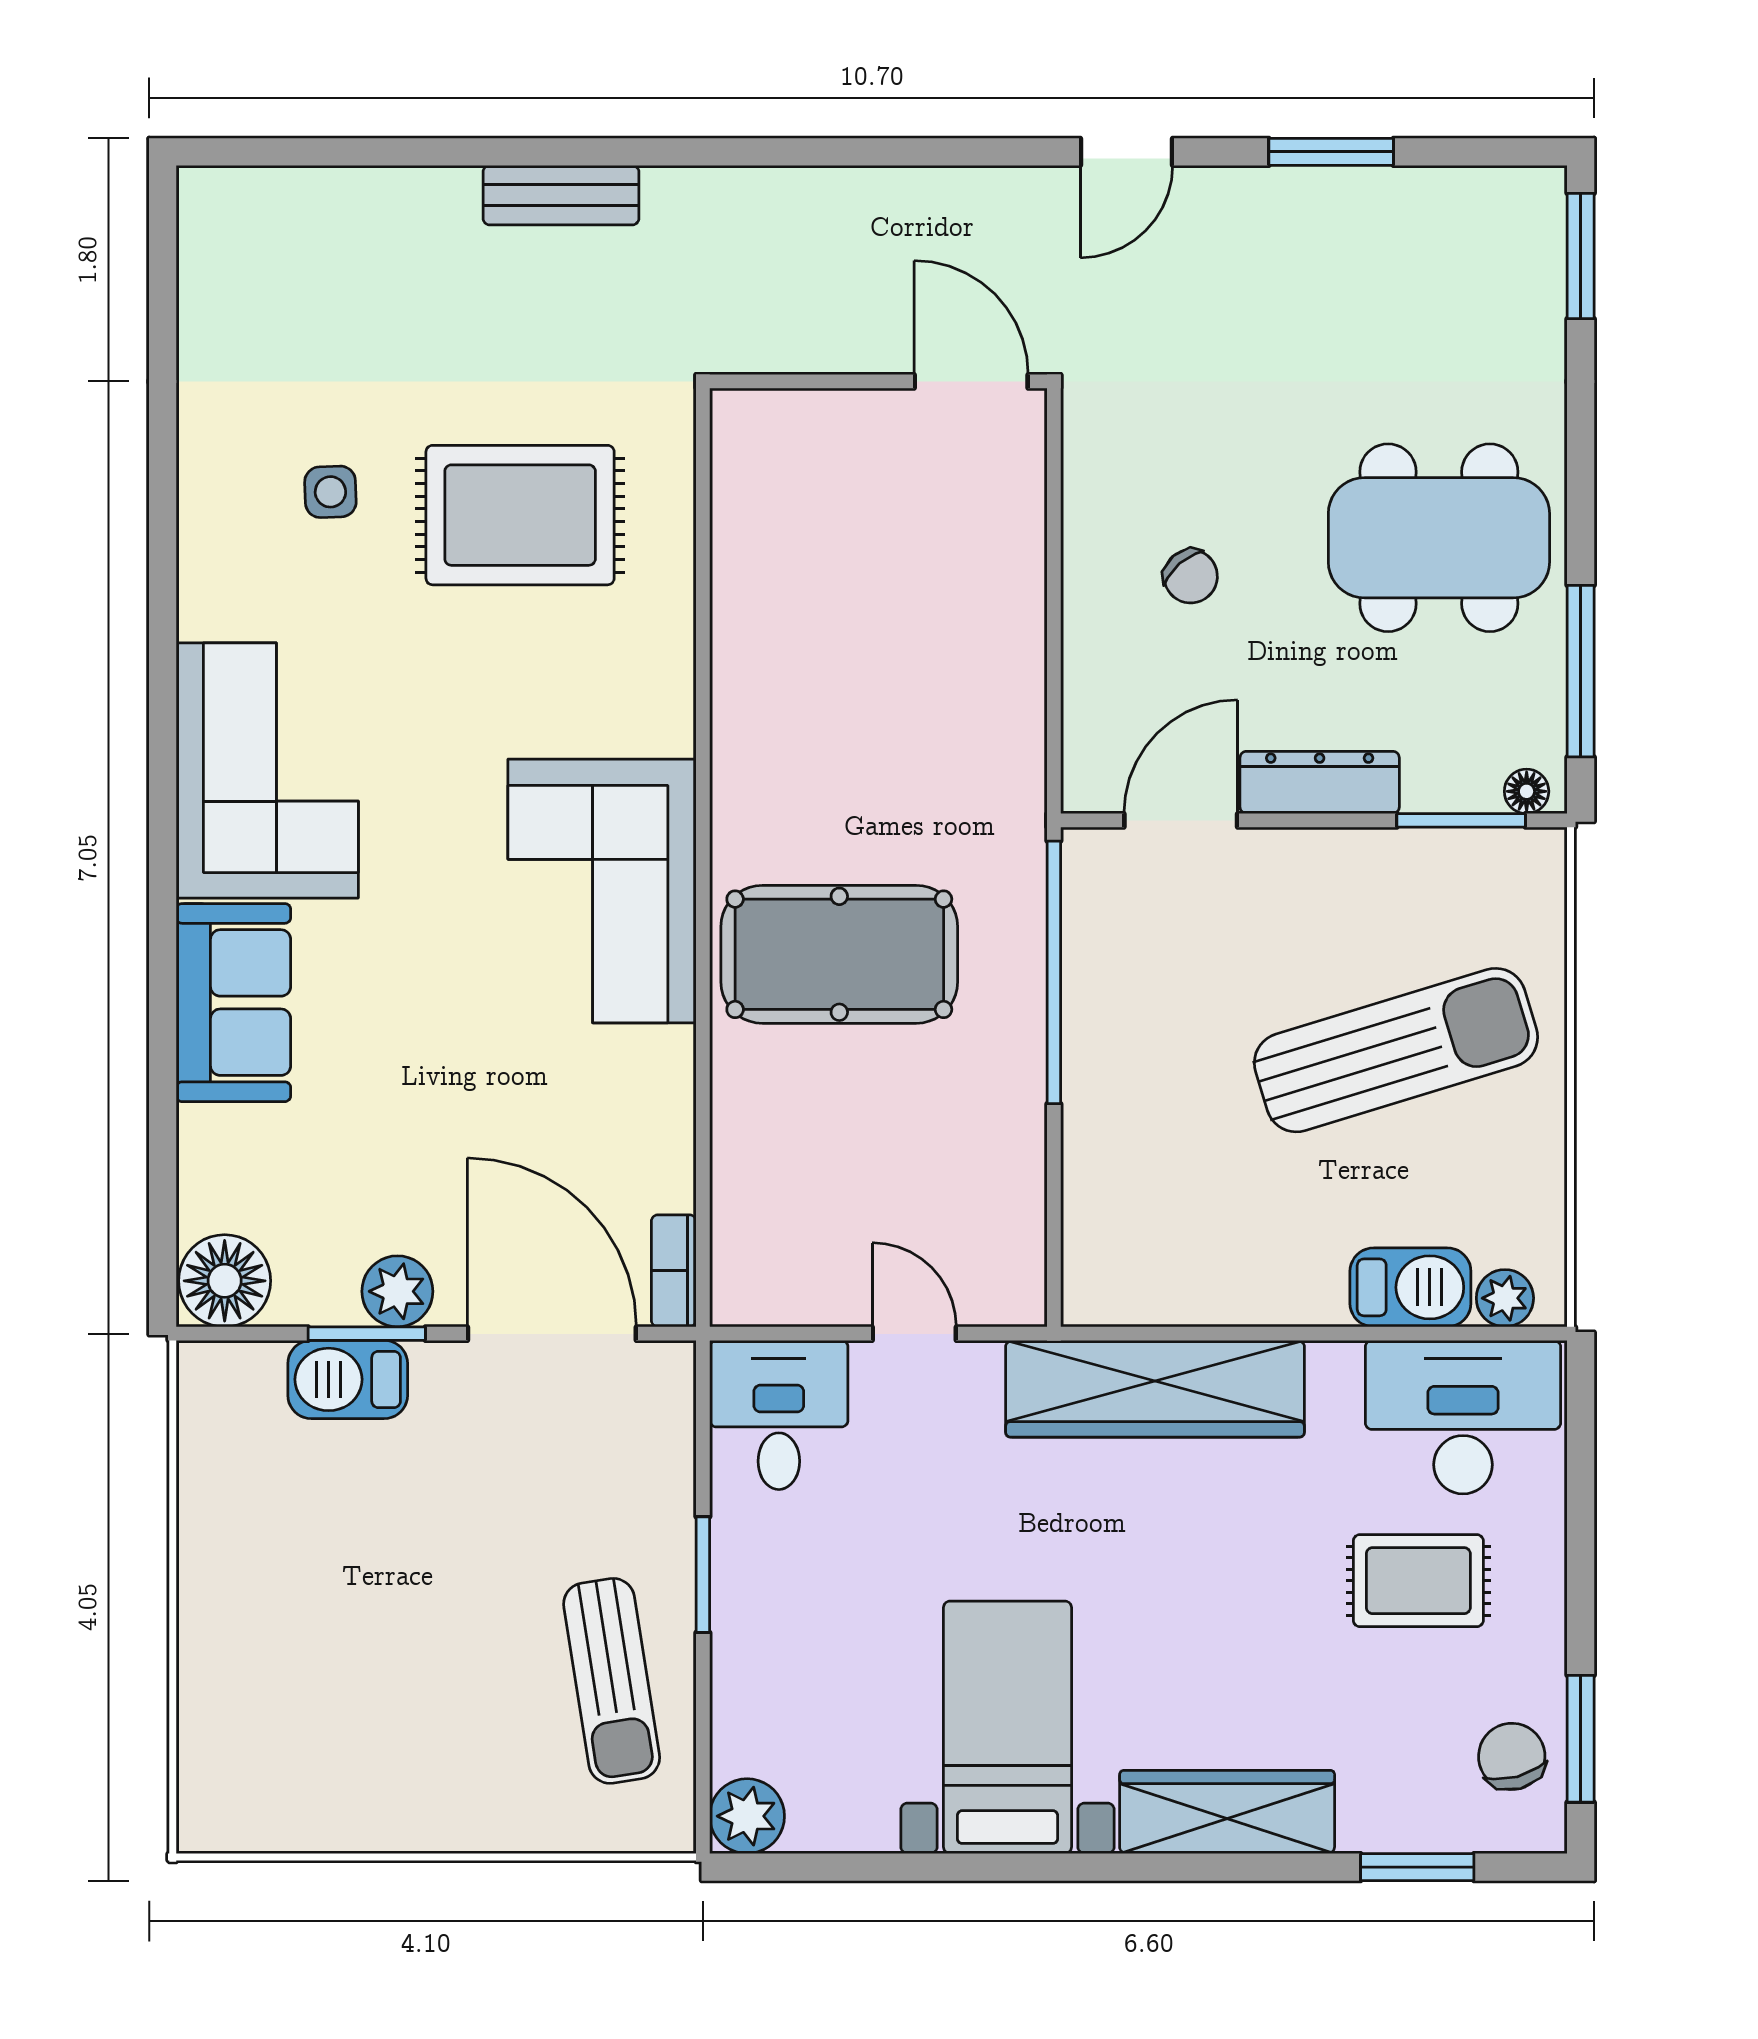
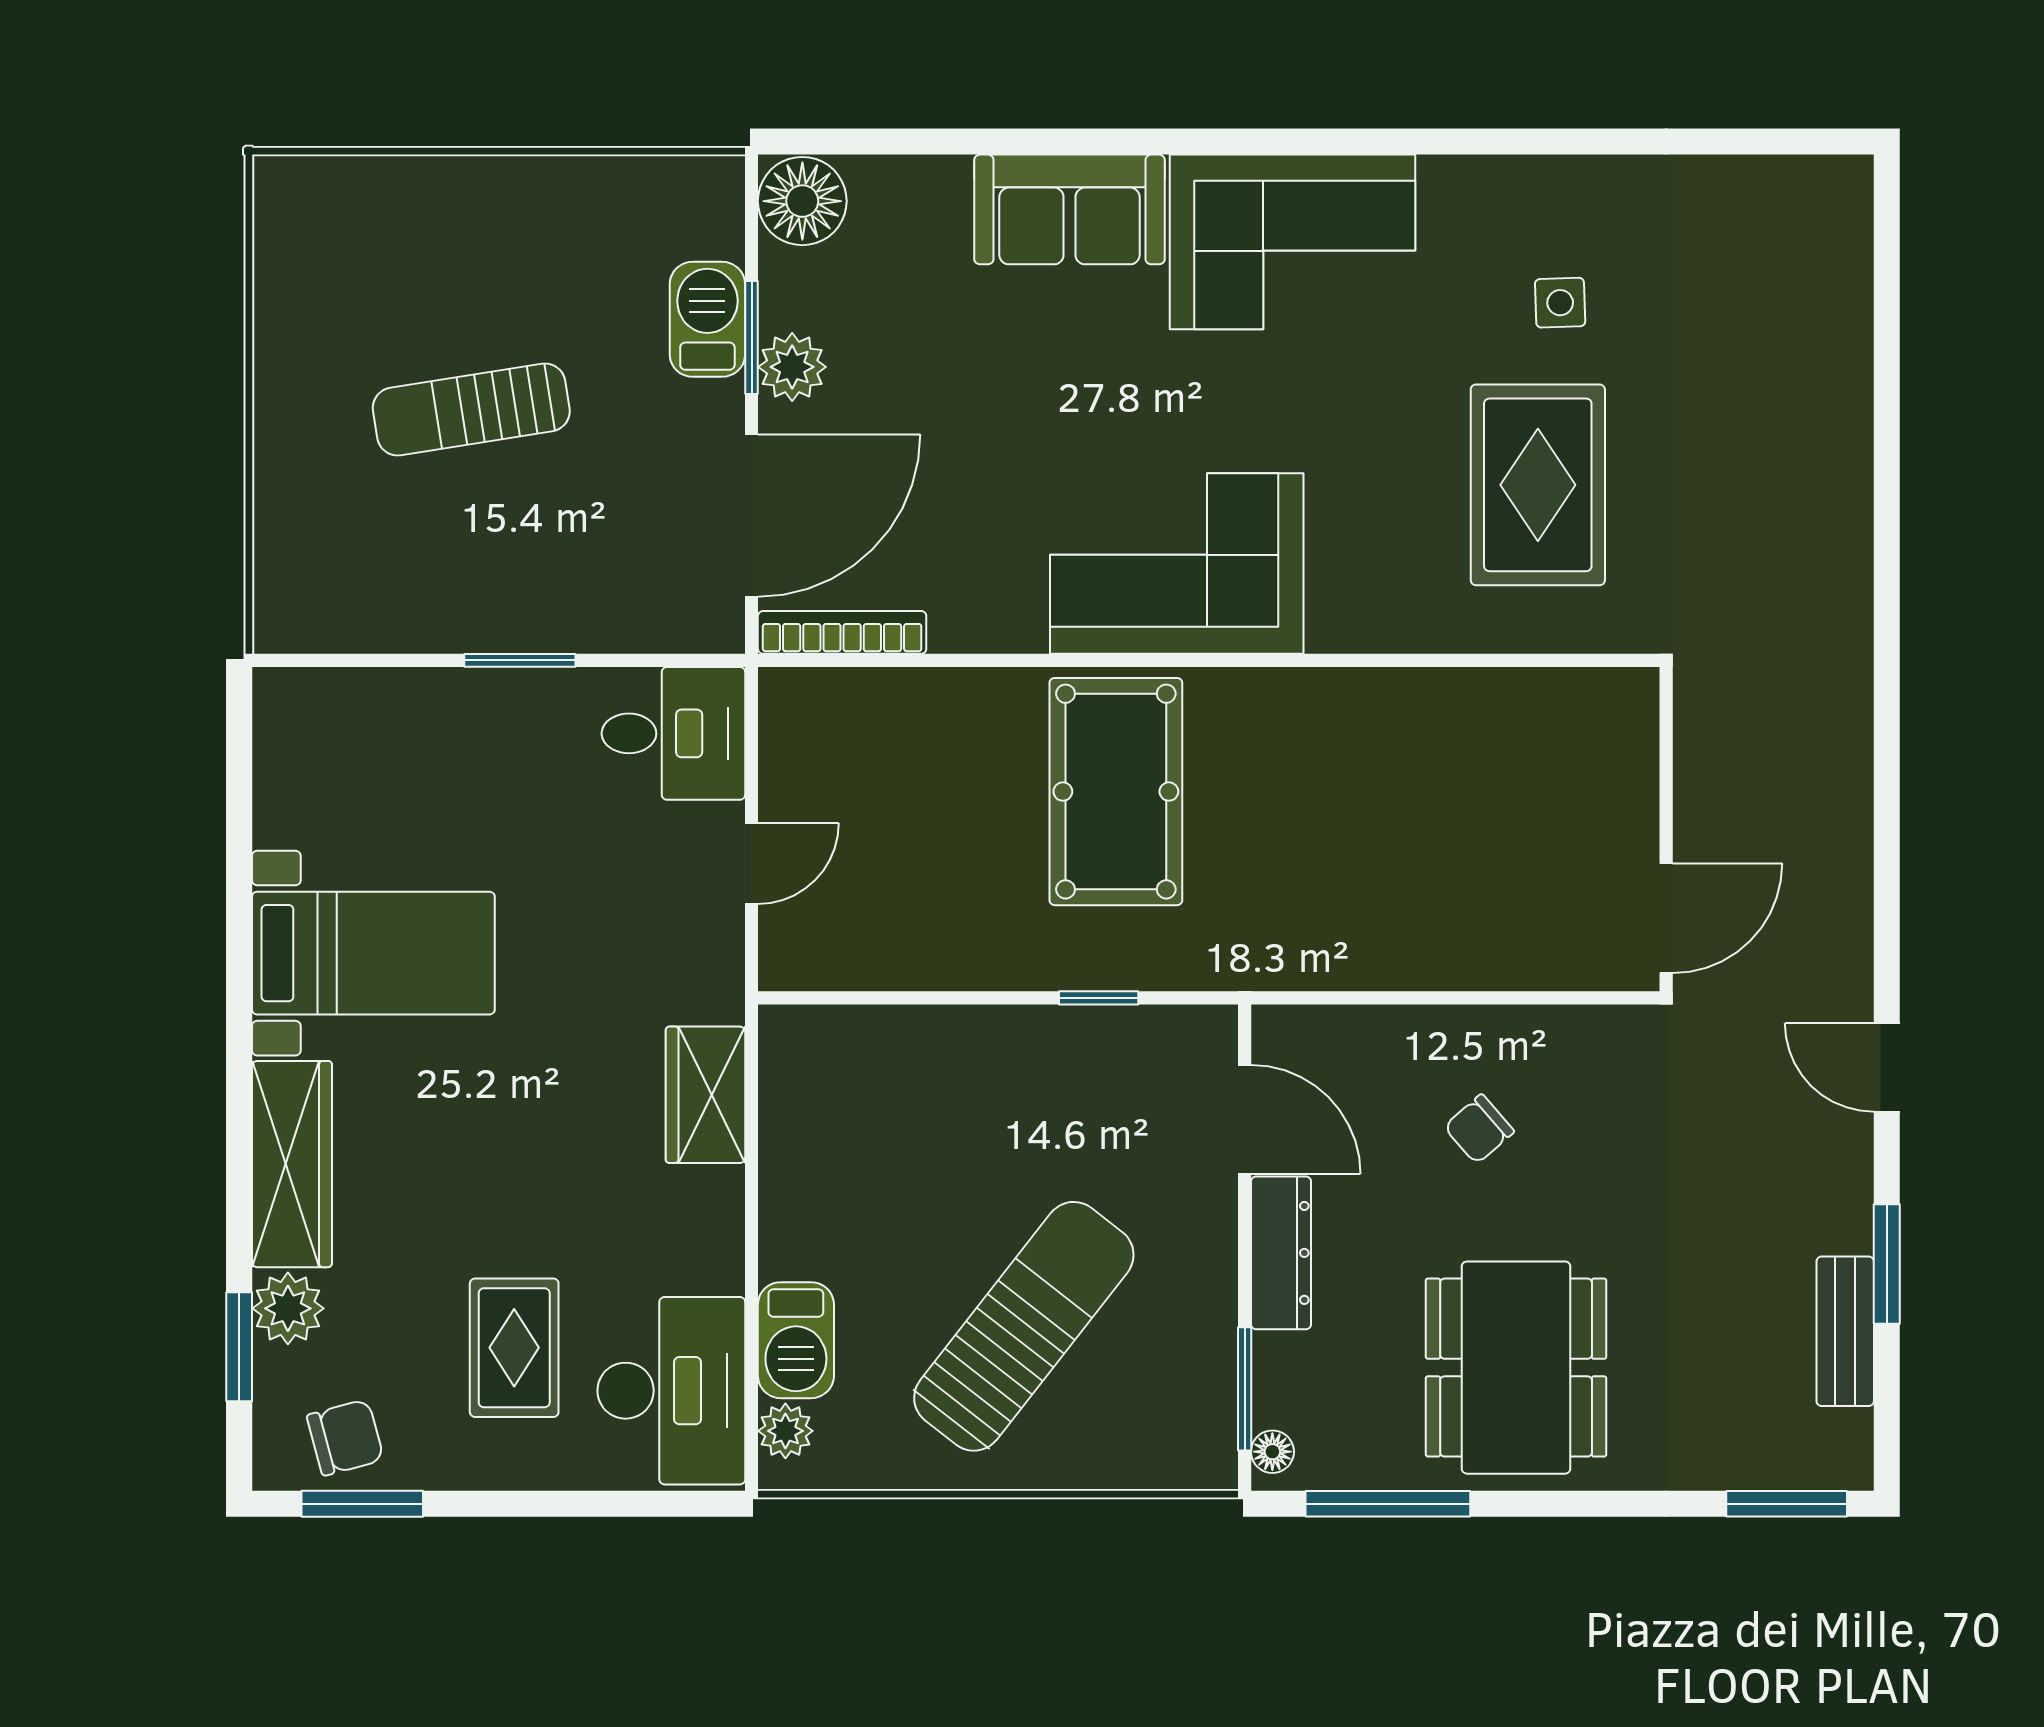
bench: (561, 195) -> (1845, 1331), moved
window: (1054, 972) -> (1099, 998), width x0.32
sun lounger: (1396, 1050) -> (1024, 1326), turned -125
bookcase: (674, 1271) -> (842, 632), width x1.56
wardrobe: (1155, 1389) -> (705, 1095), width x0.48, depth x0.85
sun lounger: (612, 1681) -> (471, 410), moved
plant: (747, 1816) -> (288, 1308), moved

